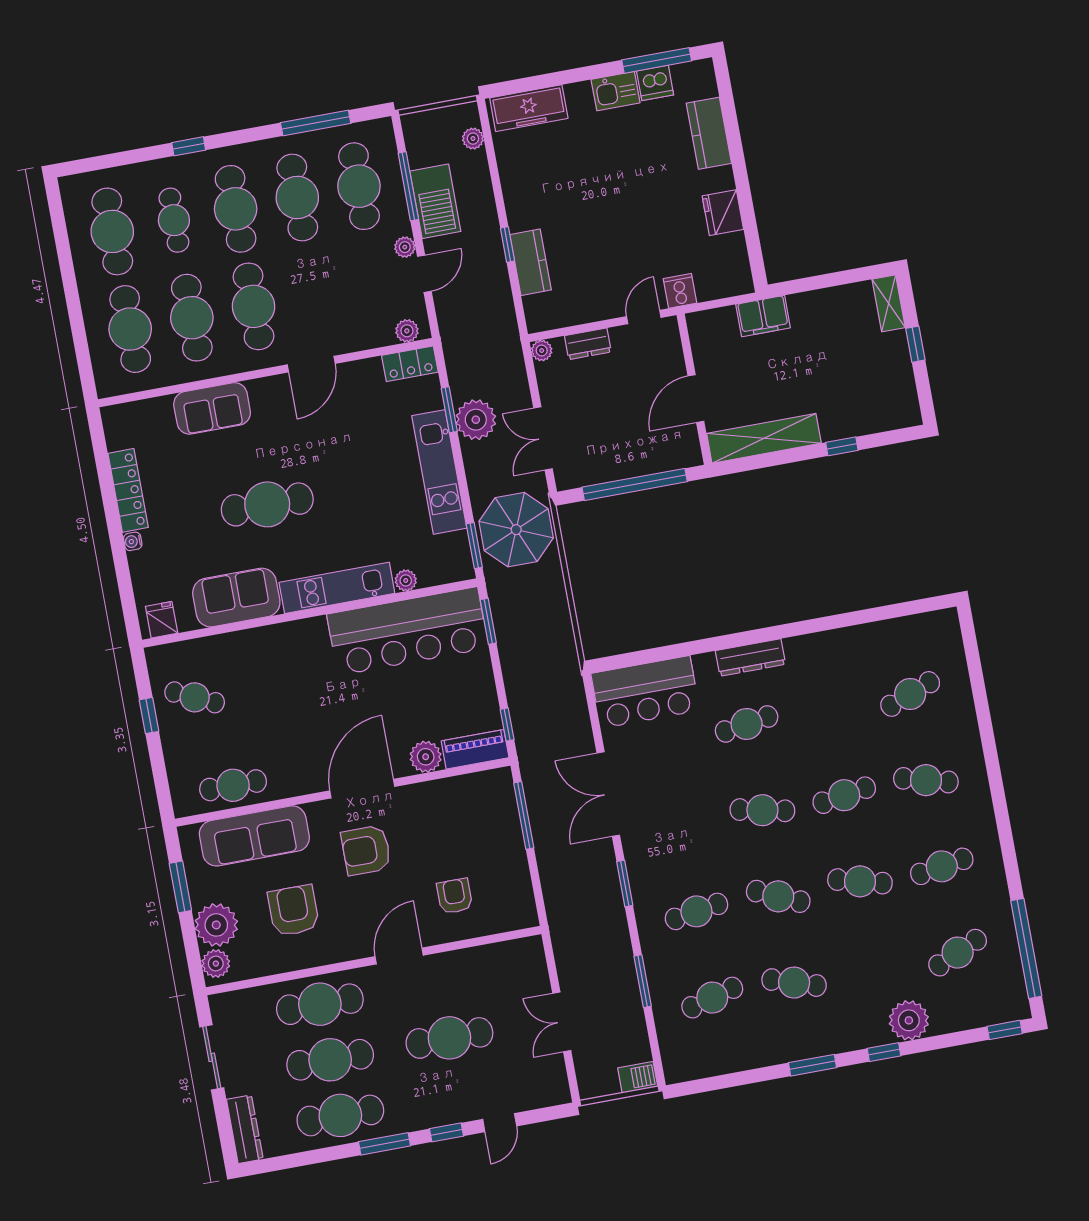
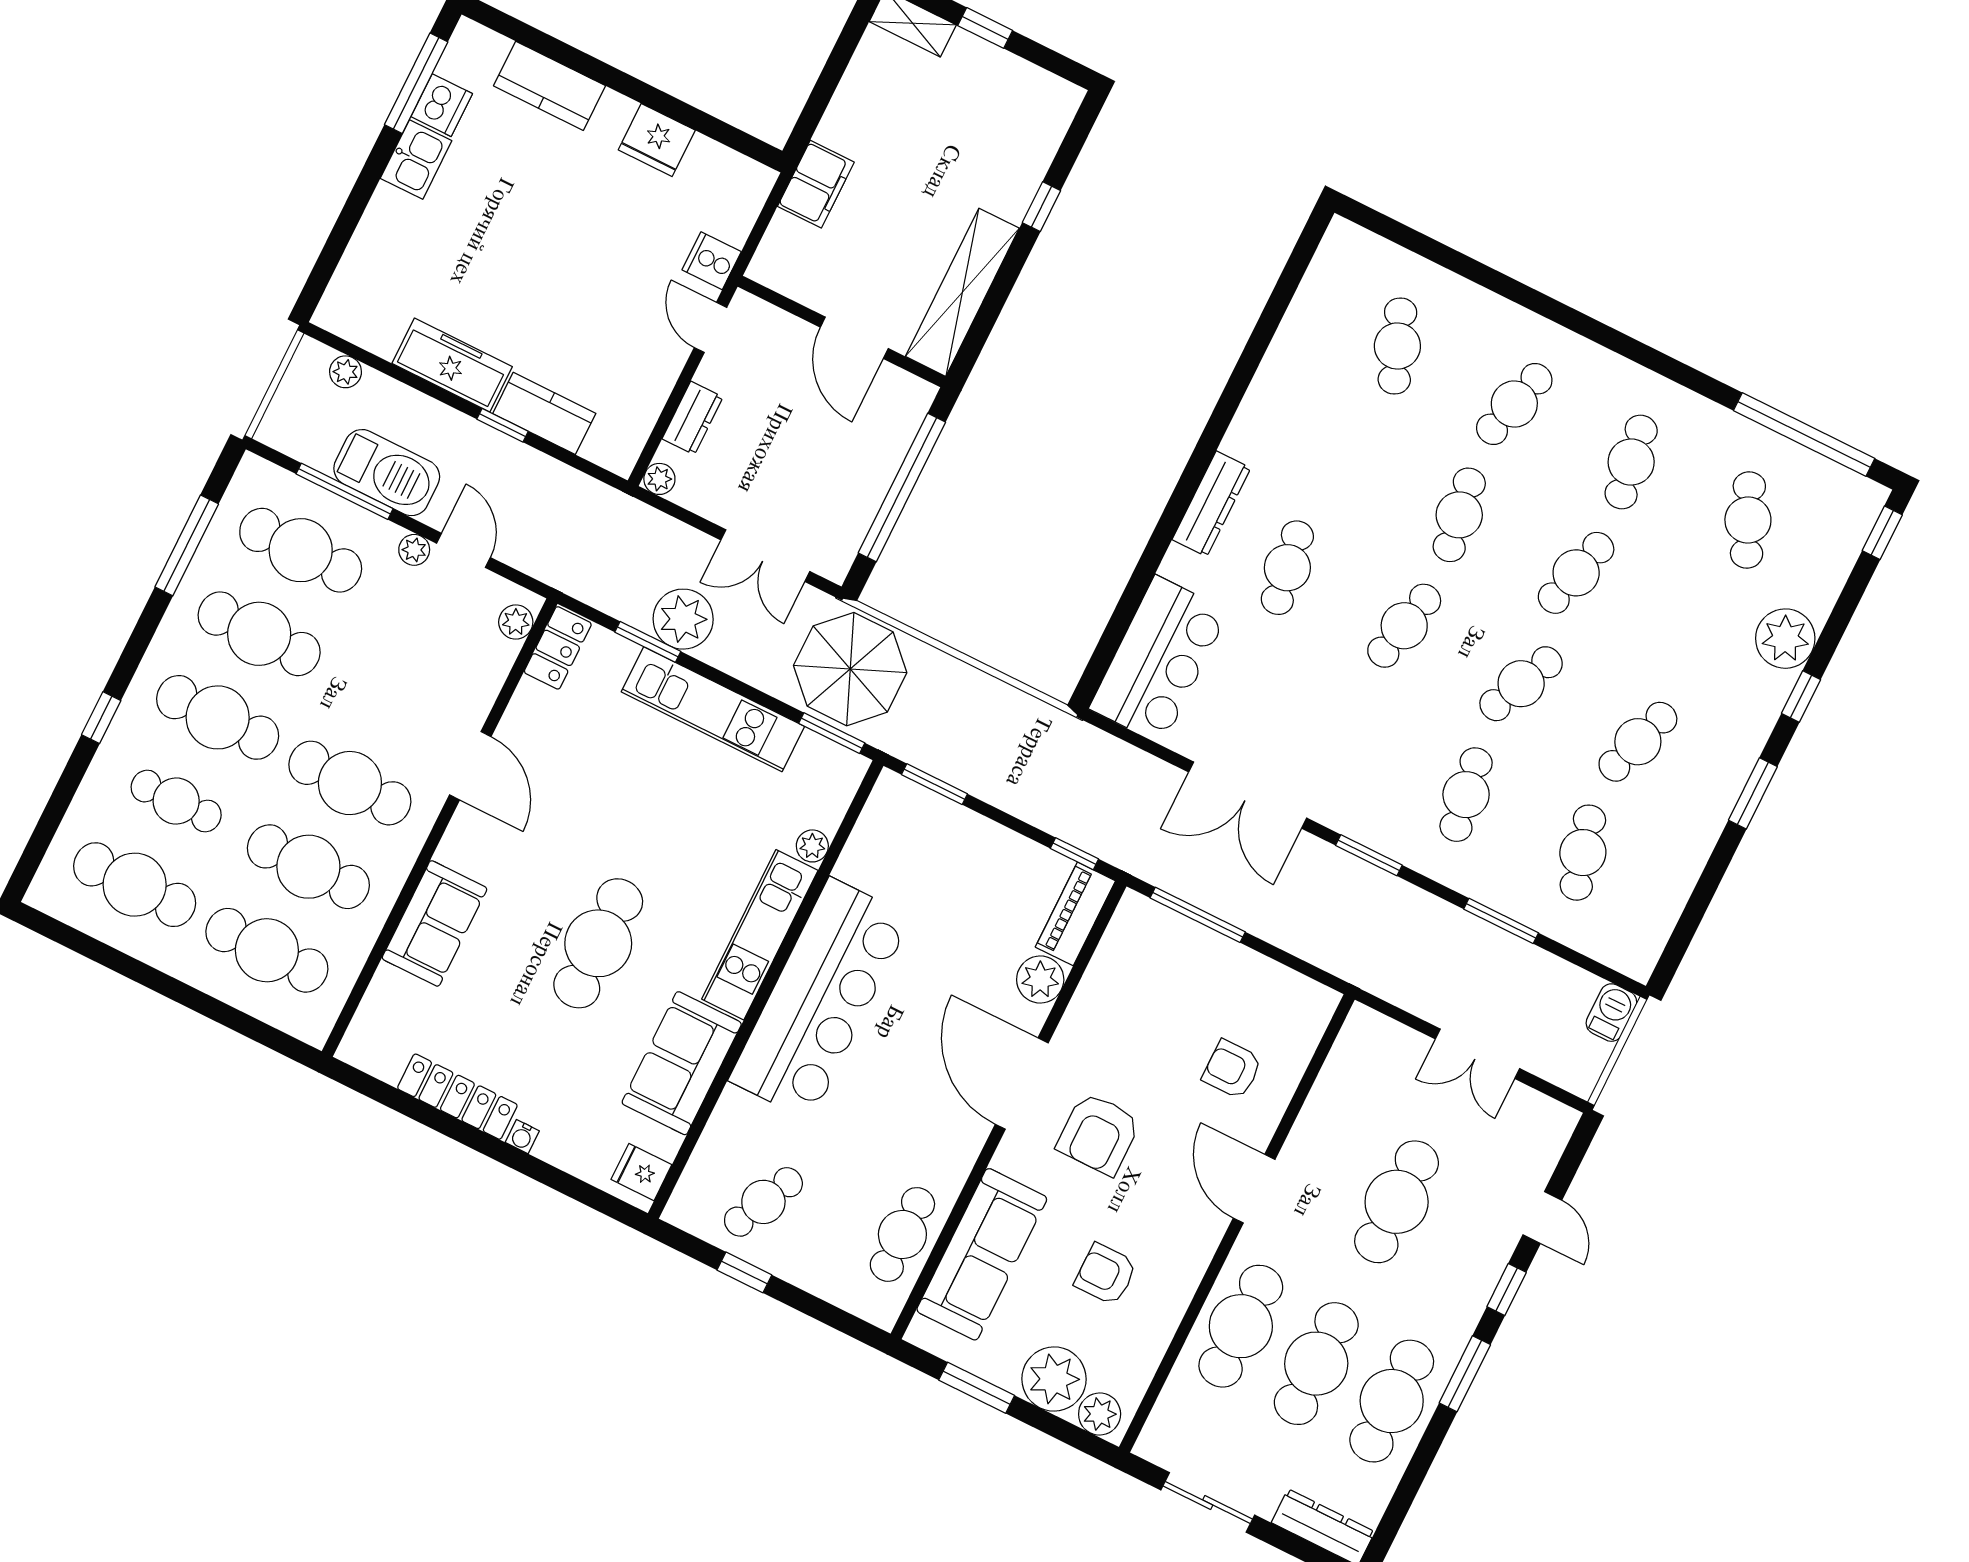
freezer: (529, 108) -> (452, 365), moved, turned -90
bar counter: (408, 631) -> (820, 999), moved
armchair: (293, 911) -> (1106, 1274), width x0.72, depth x0.72

